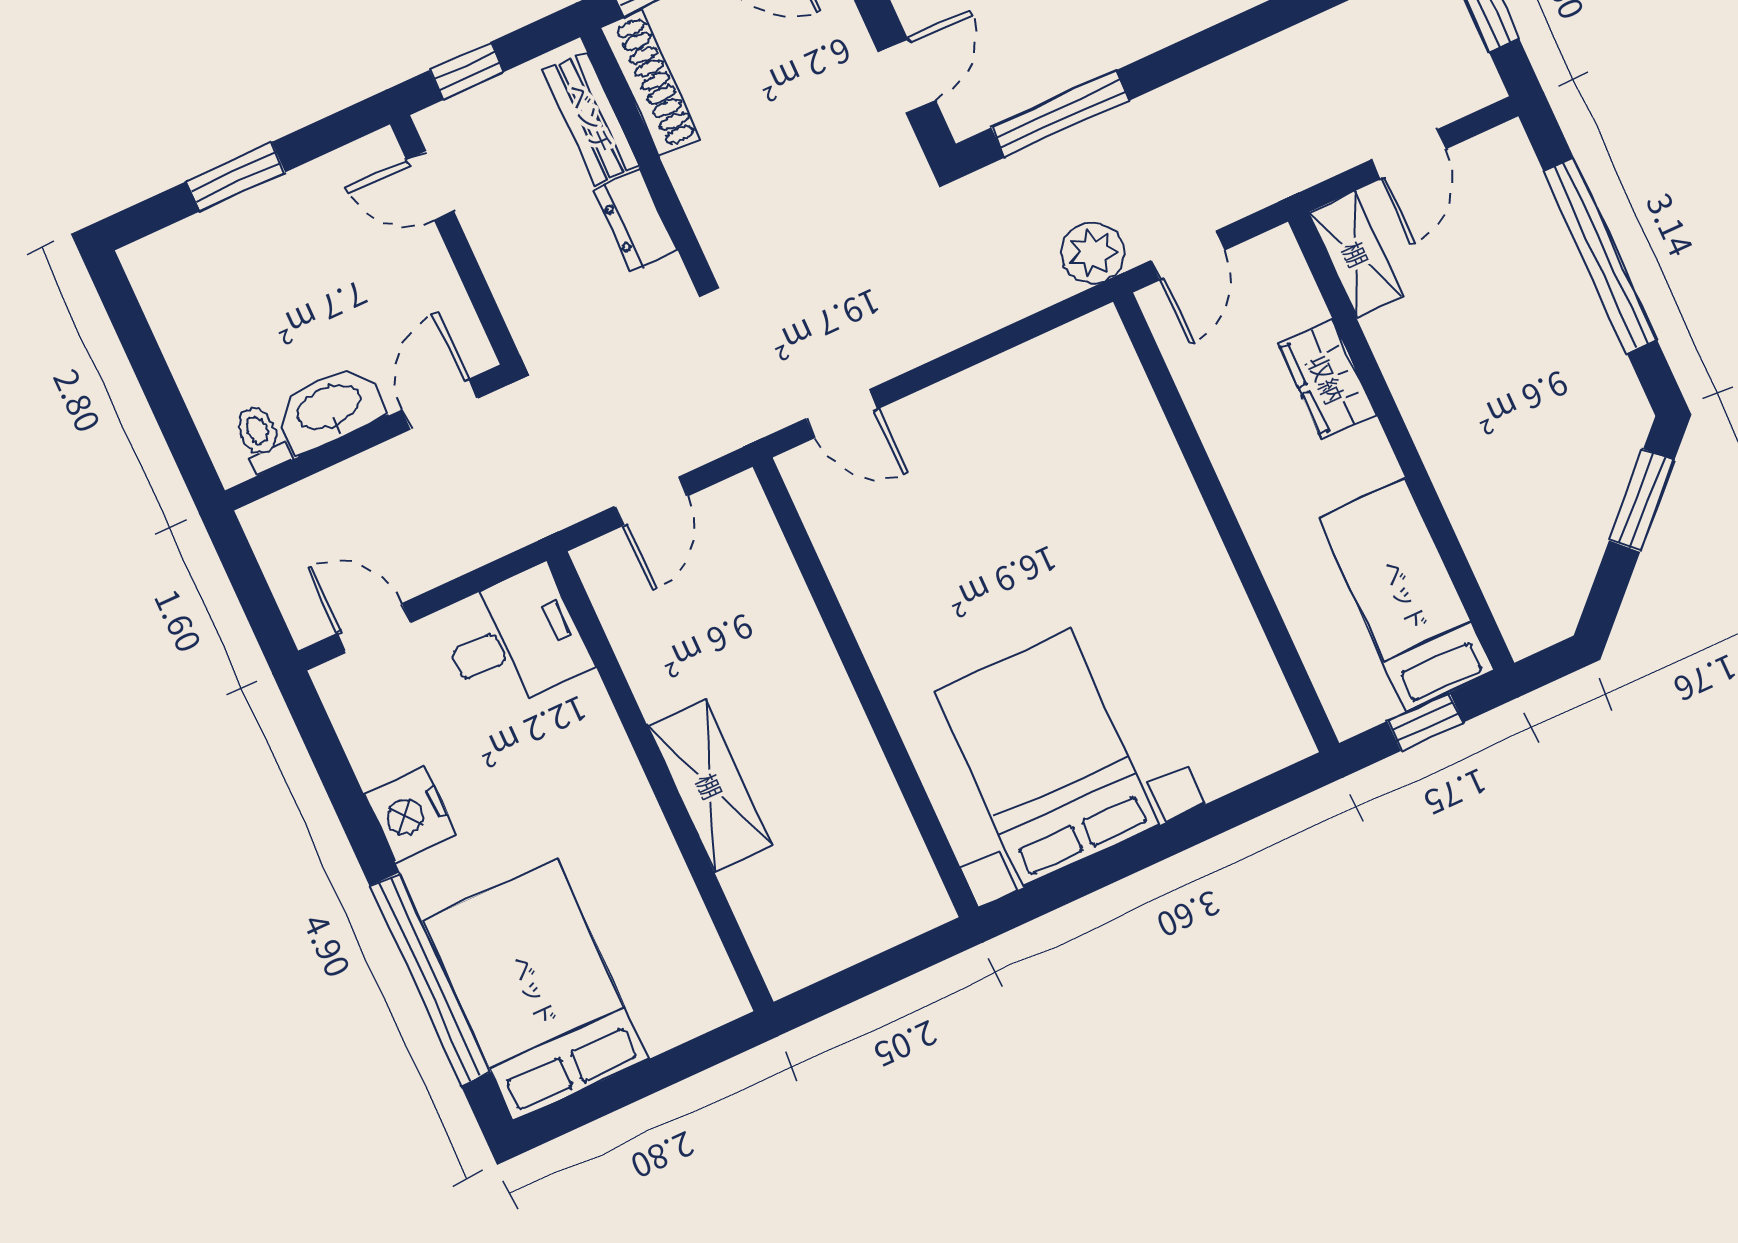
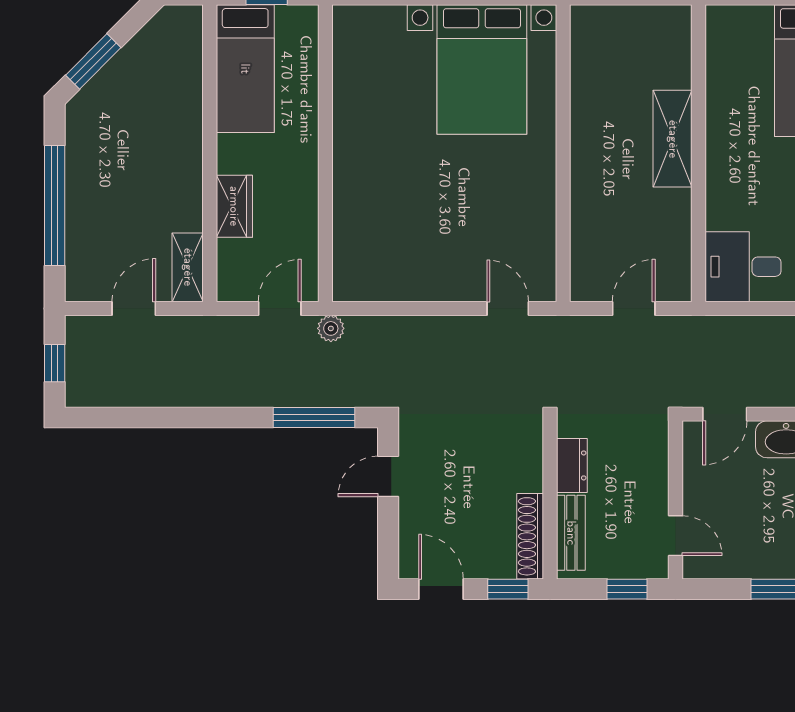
plant: (1093, 253) -> (331, 328), width x0.73, depth x0.73

